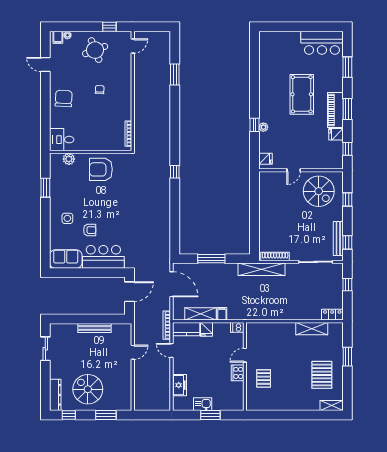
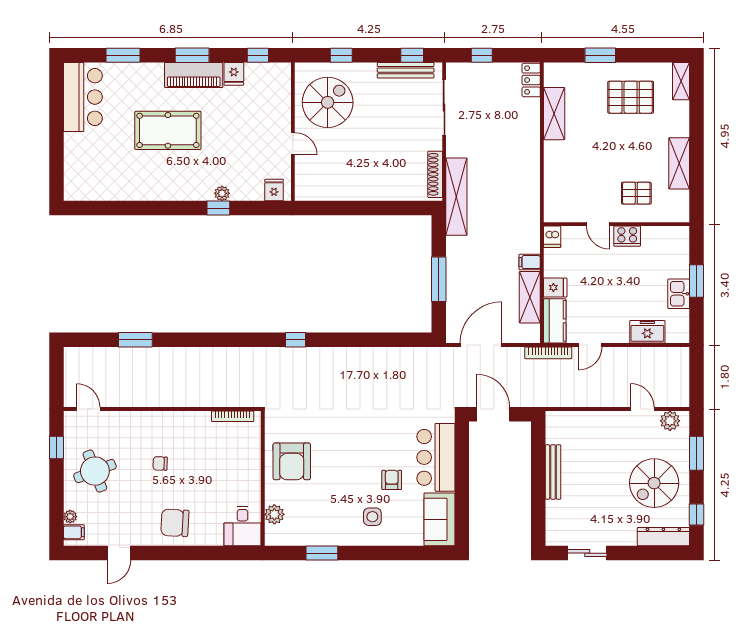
door: (133, 352) -> (642, 409), moved
plant: (126, 399) -> (670, 421), added
shelving: (282, 404) -> (679, 163), added

